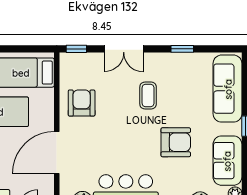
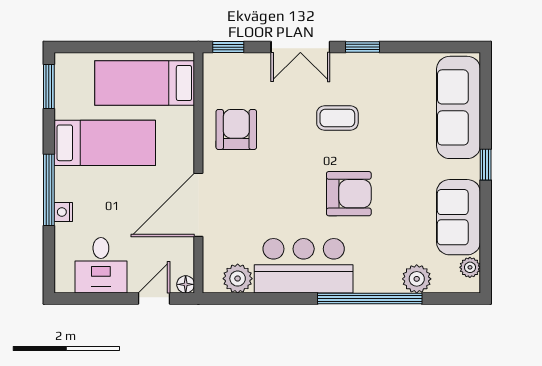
window: (182, 49) -> (362, 47), moved
coffee table: (148, 95) -> (337, 118), turned 90
armchair: (176, 142) -> (349, 194), moved

